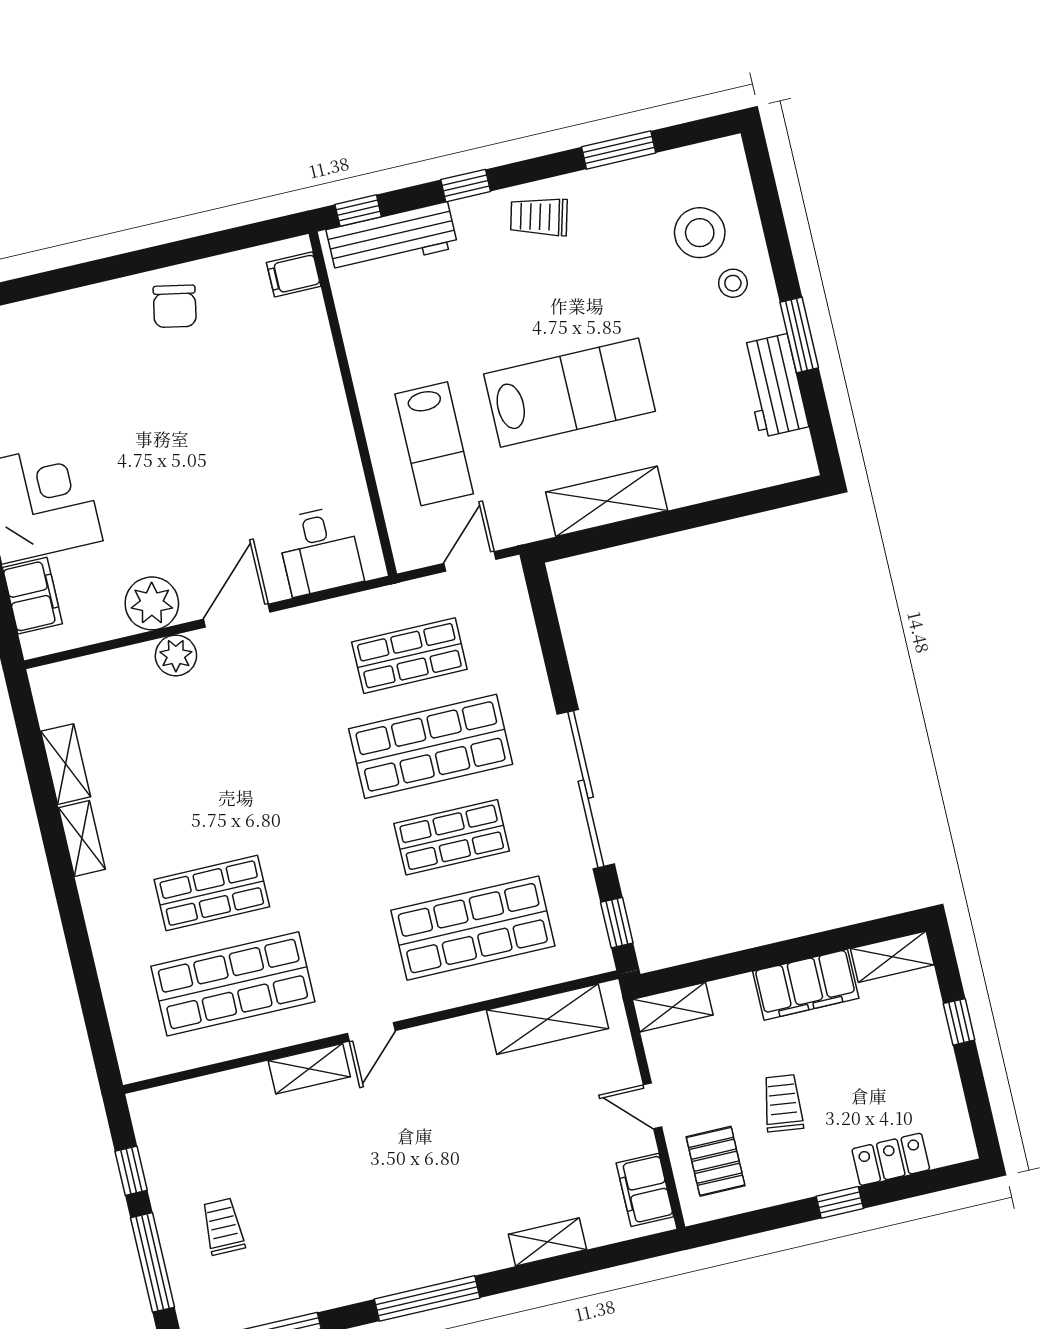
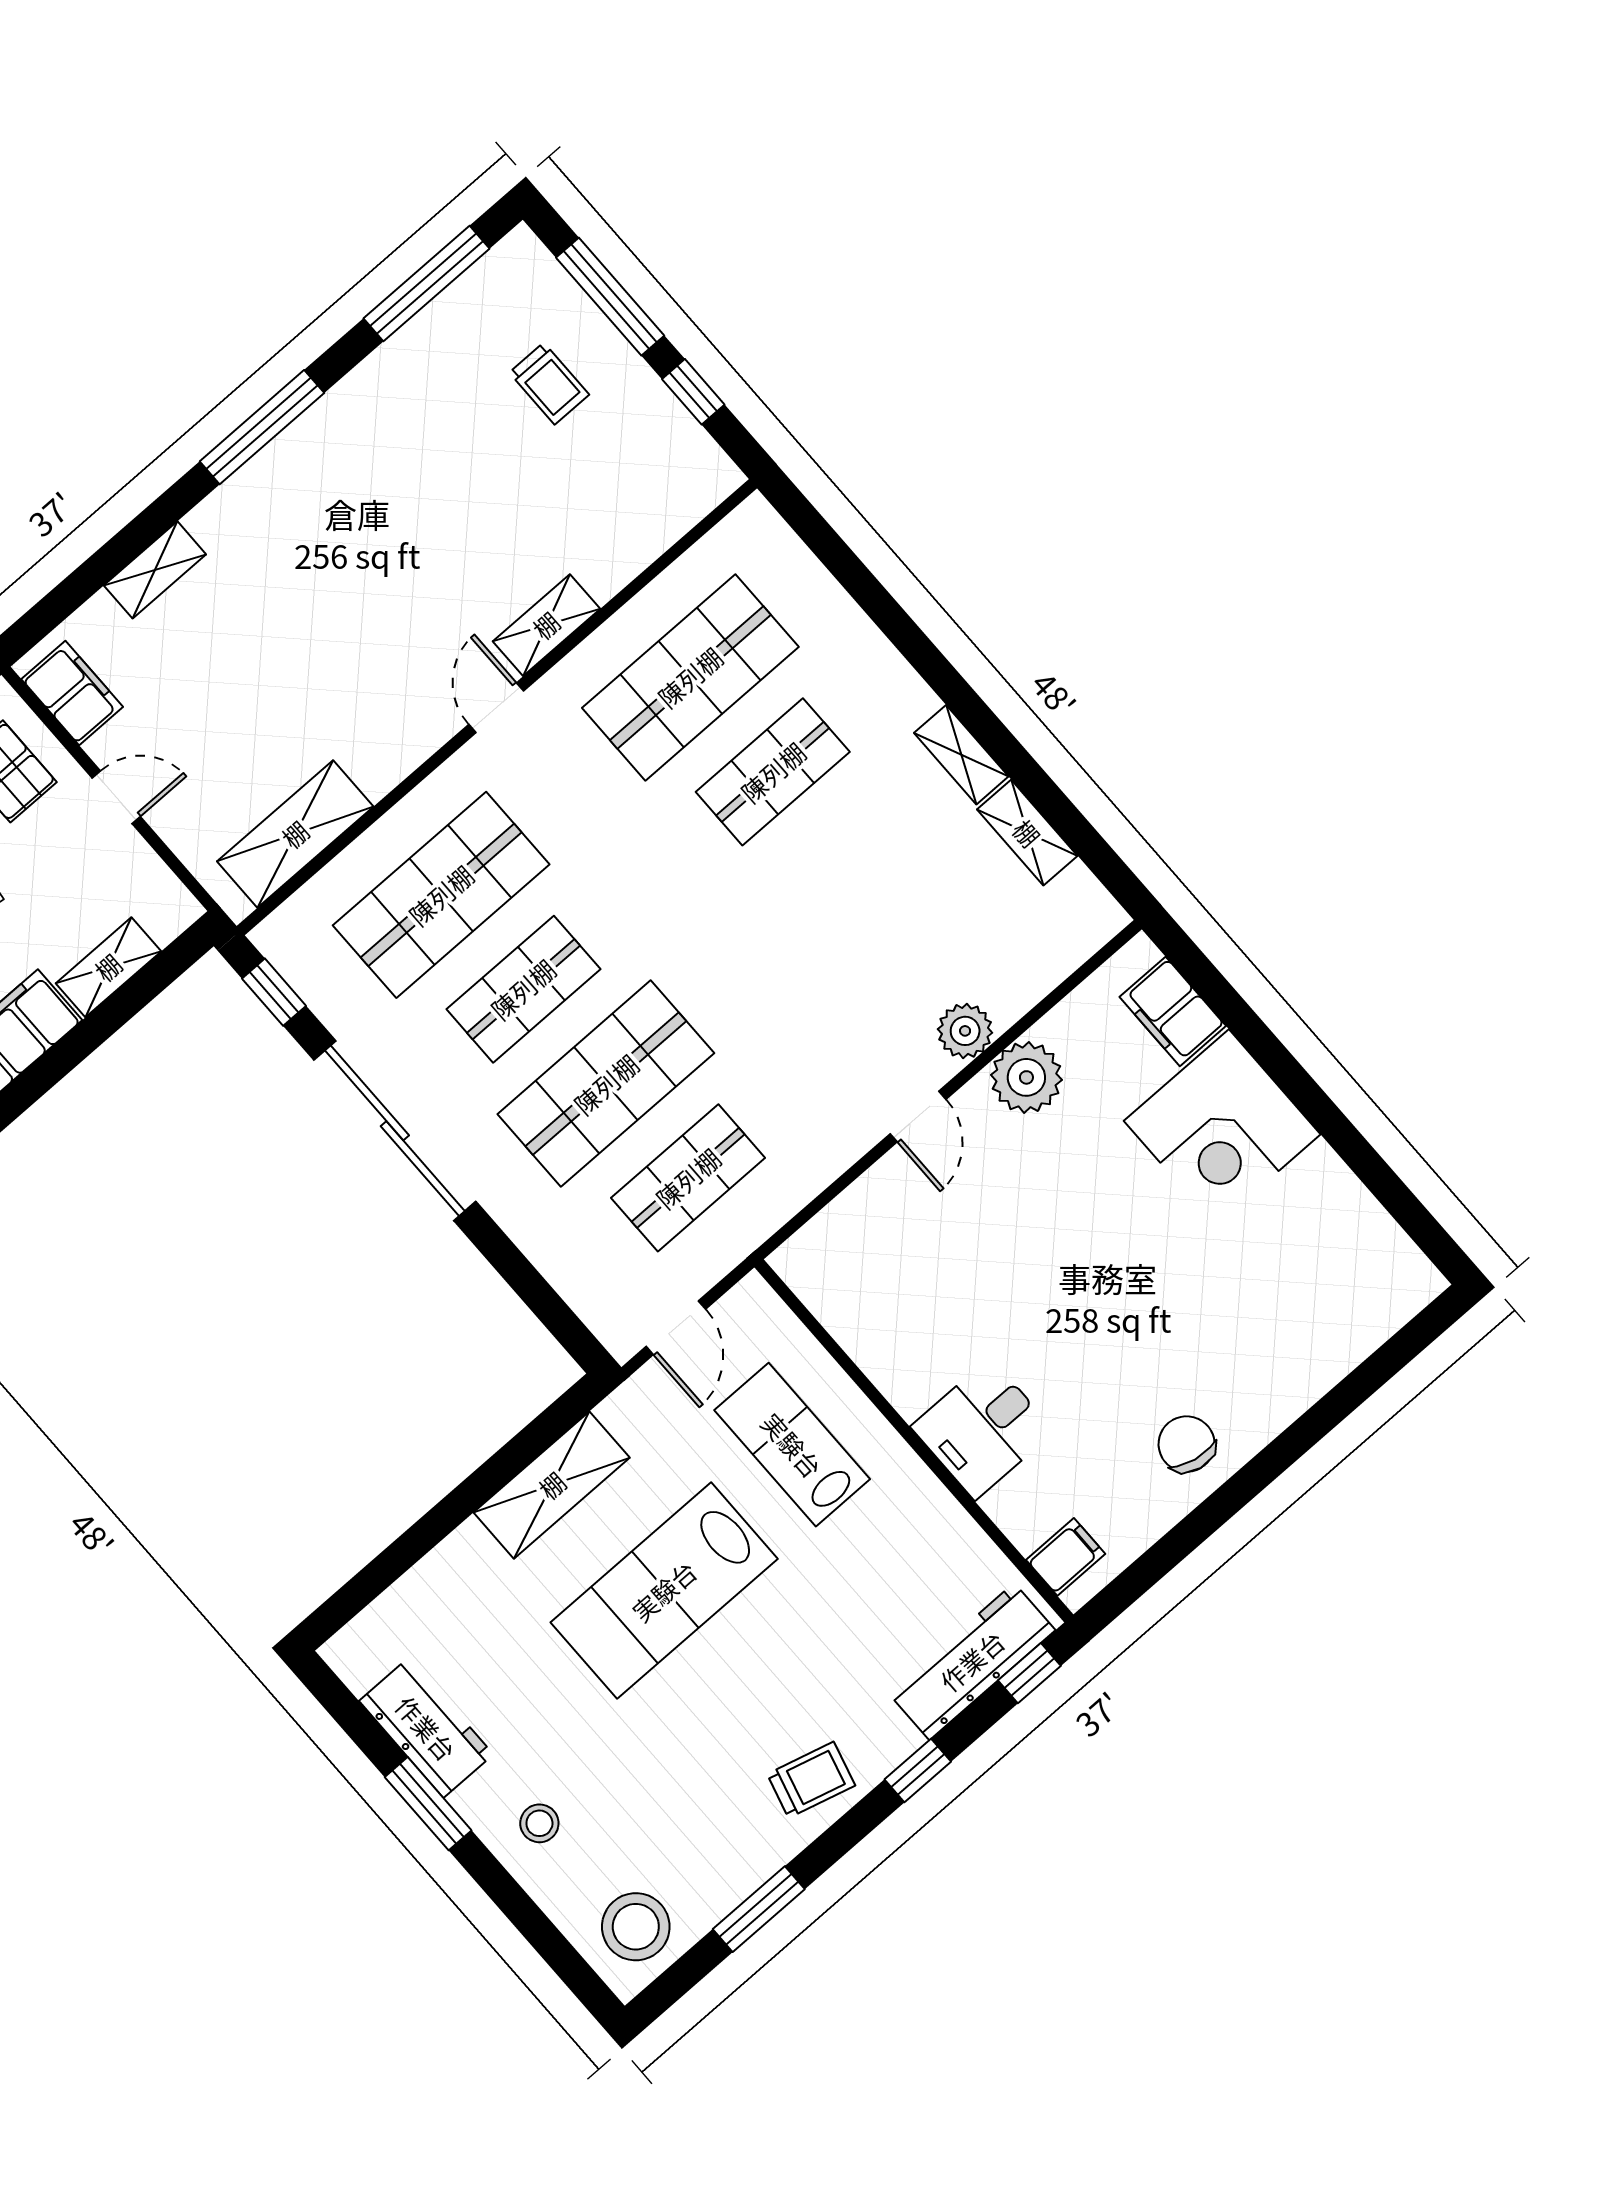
stool: (700, 233) -> (636, 1927), moved
desk: (320, 551) -> (983, 1429), moved, turned -90
door: (237, 616) -> (918, 1117), width x0.73
shelving: (673, 1007) -> (108, 967), moved

